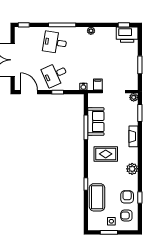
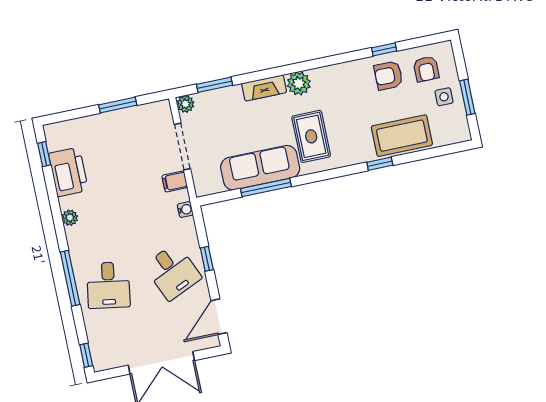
printer: (127, 35) -> (68, 172), moved
sofa: (96, 122) -> (260, 168), width x1.36
plant: (132, 169) -> (299, 83), moved

